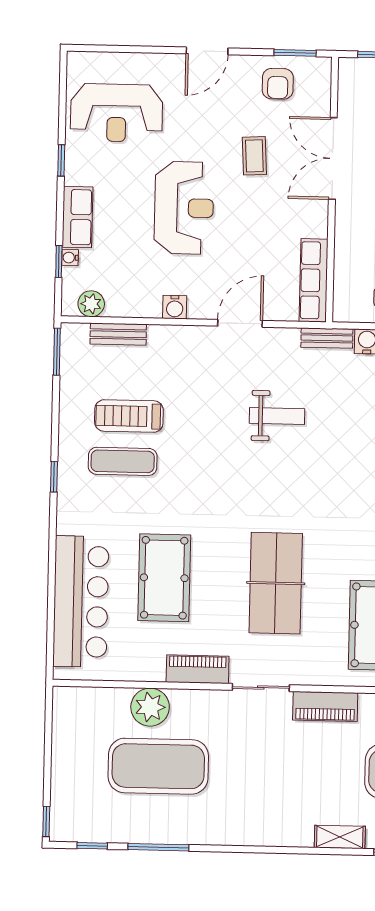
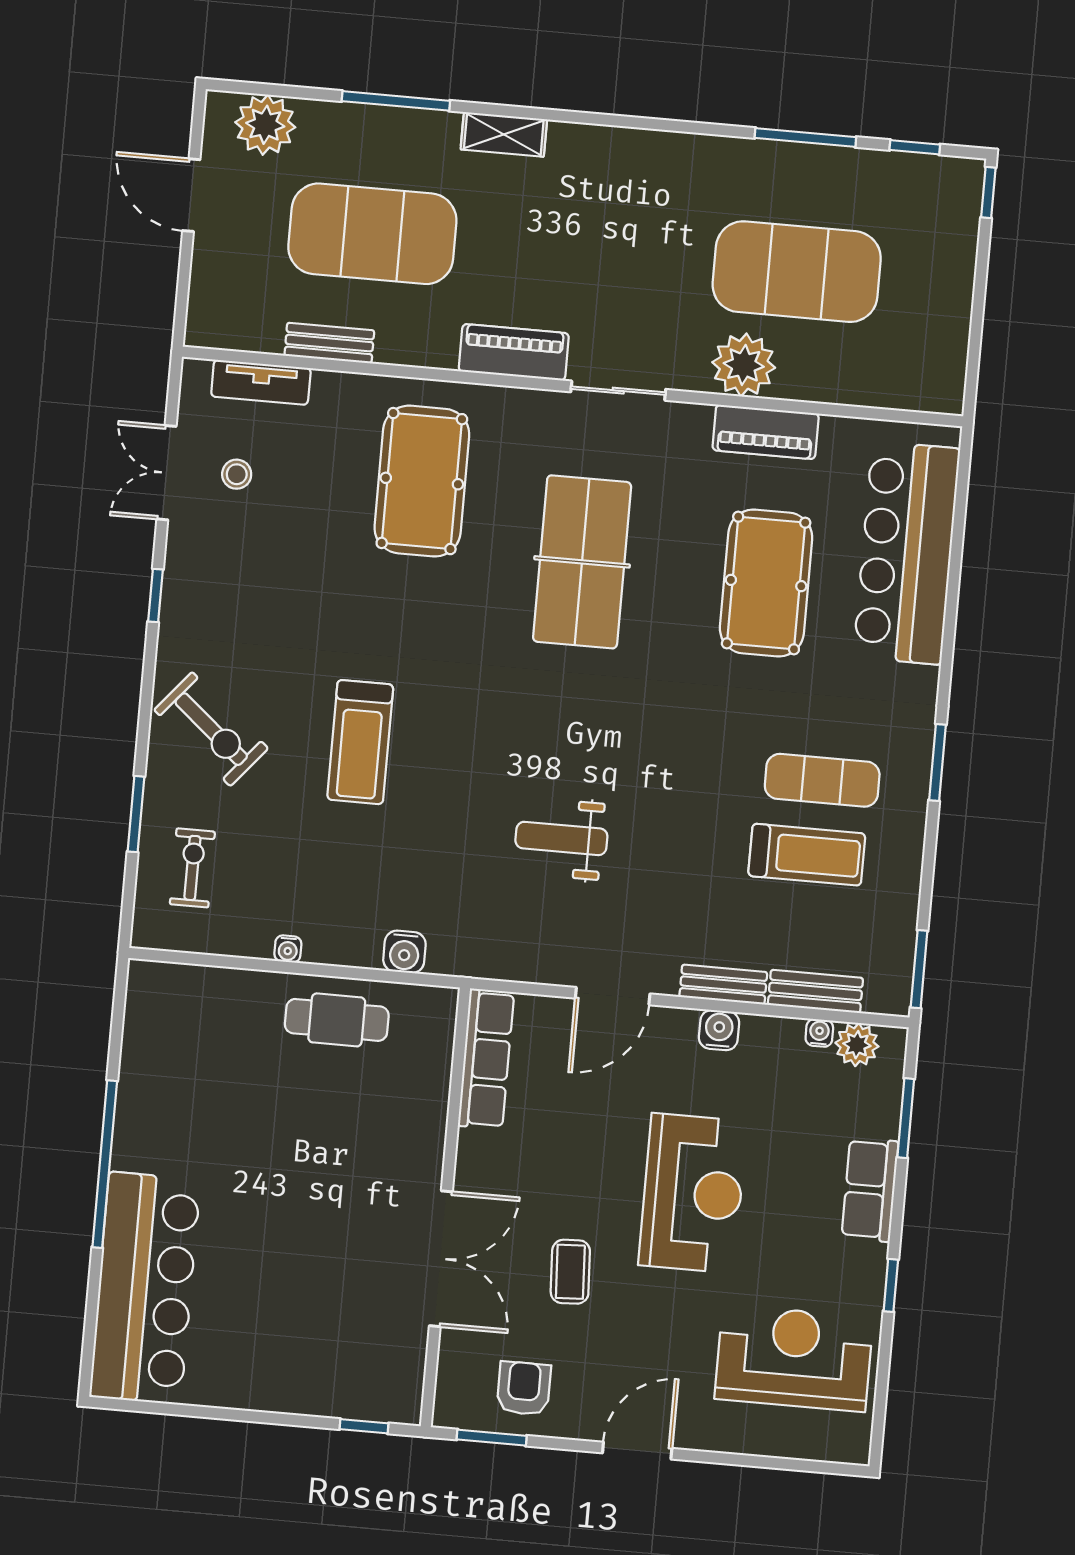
reception desk: (184, 208) -> (693, 1193), turned 180
water cooler: (70, 258) -> (819, 1033), moved, turned -90
window: (59, 262) -> (906, 1118), width x1.50
bench: (327, 338) -> (723, 985), moved
window: (54, 477) -> (937, 763), width x1.50
piano: (198, 669) -> (766, 432), moved
plant: (150, 707) -> (744, 365), moved

